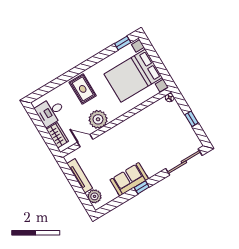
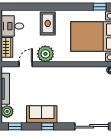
door: (85, 141) -> (26, 64), hinge flipped
window: (110, 206) -> (15, 126), added

